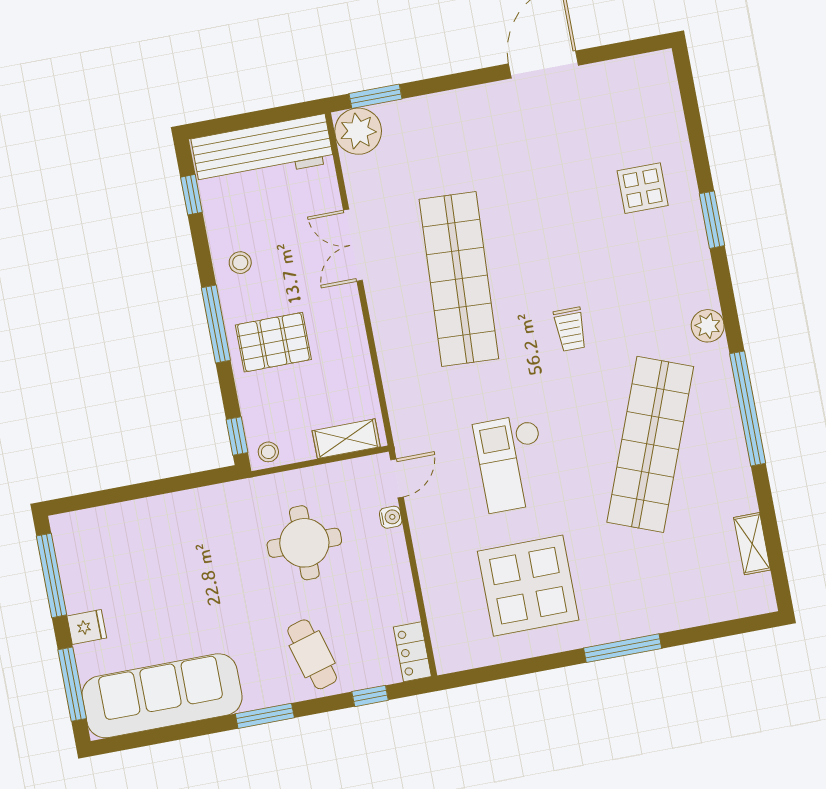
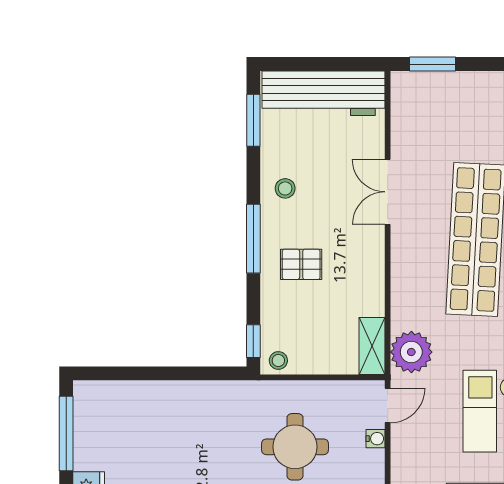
plant: (358, 131) -> (411, 352), moved
window: (191, 195) -> (253, 120), width x1.50
pallet: (273, 342) -> (301, 264), width x0.67, depth x0.71
shelving: (346, 439) -> (372, 346), moved, turned 90

